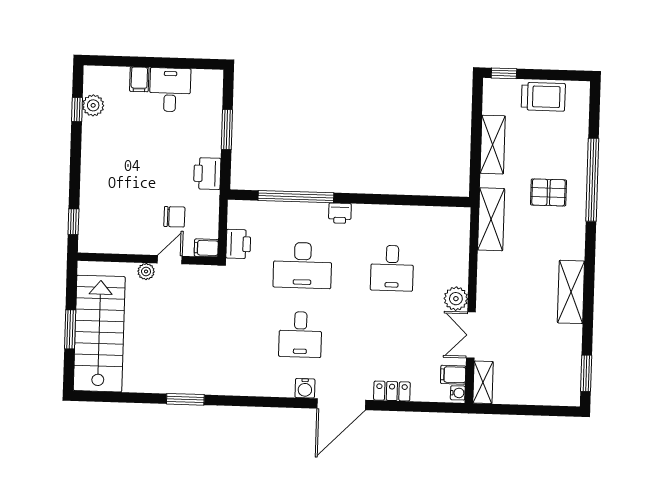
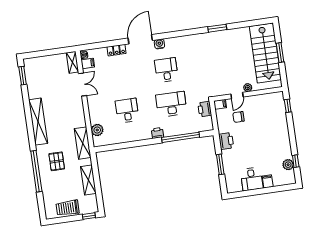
pallet: (549, 192) -> (57, 161), turned 90
shelving: (571, 292) -> (38, 122), width x1.47
plant: (456, 299) -> (97, 130), moved

